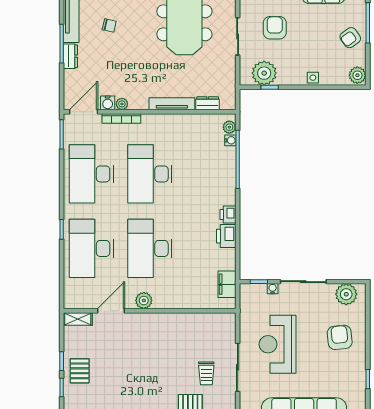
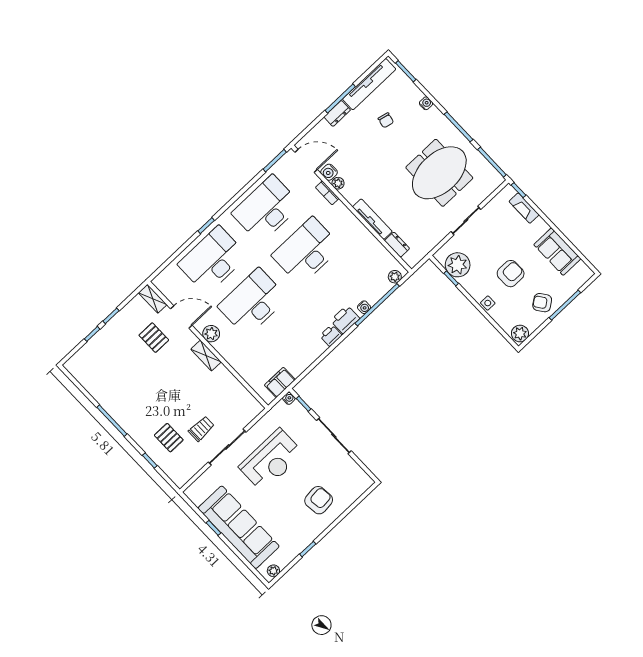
armchair: (275, 28) -> (511, 274), moved
bookcase: (121, 118) -> (327, 193), width x0.64
water cooler: (230, 140) -> (364, 307), moved
printer: (226, 236) -> (345, 320), moved
water cooler: (273, 289) -> (289, 398), moved
plant: (346, 294) -> (354, 475), removed
shelving: (156, 319) -> (206, 355), added
reception desk: (278, 344) -> (271, 460), turned 180
pallet: (80, 371) -> (154, 338), moved, turned 90
trolley: (206, 373) -> (201, 429), turned 180

